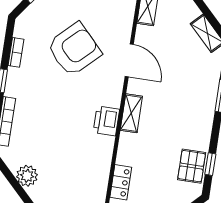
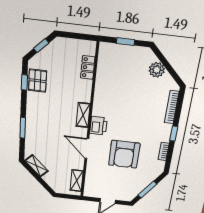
armchair: (74, 49) -> (124, 154), turned -46
printer: (106, 121) -> (98, 126), moved

